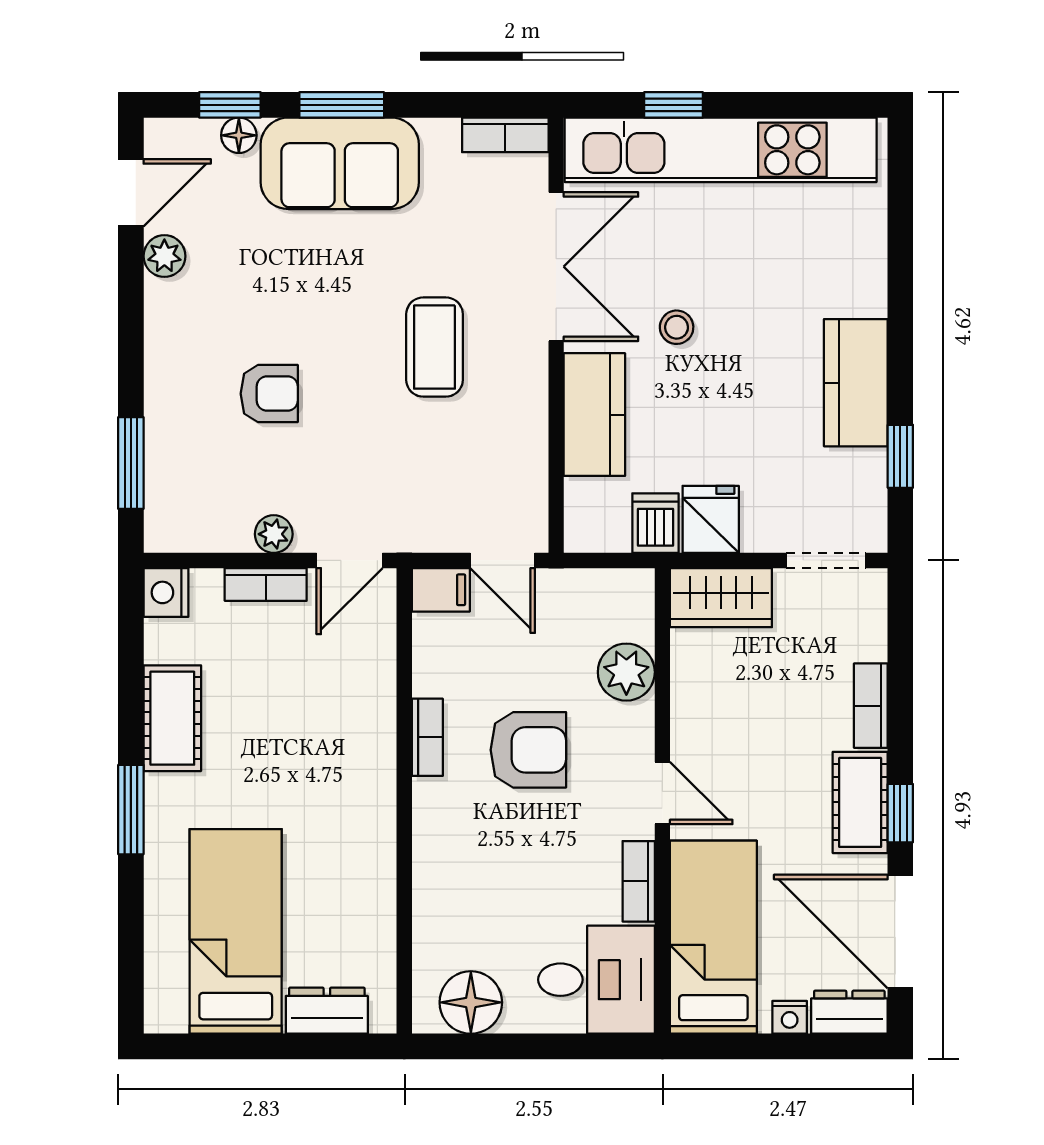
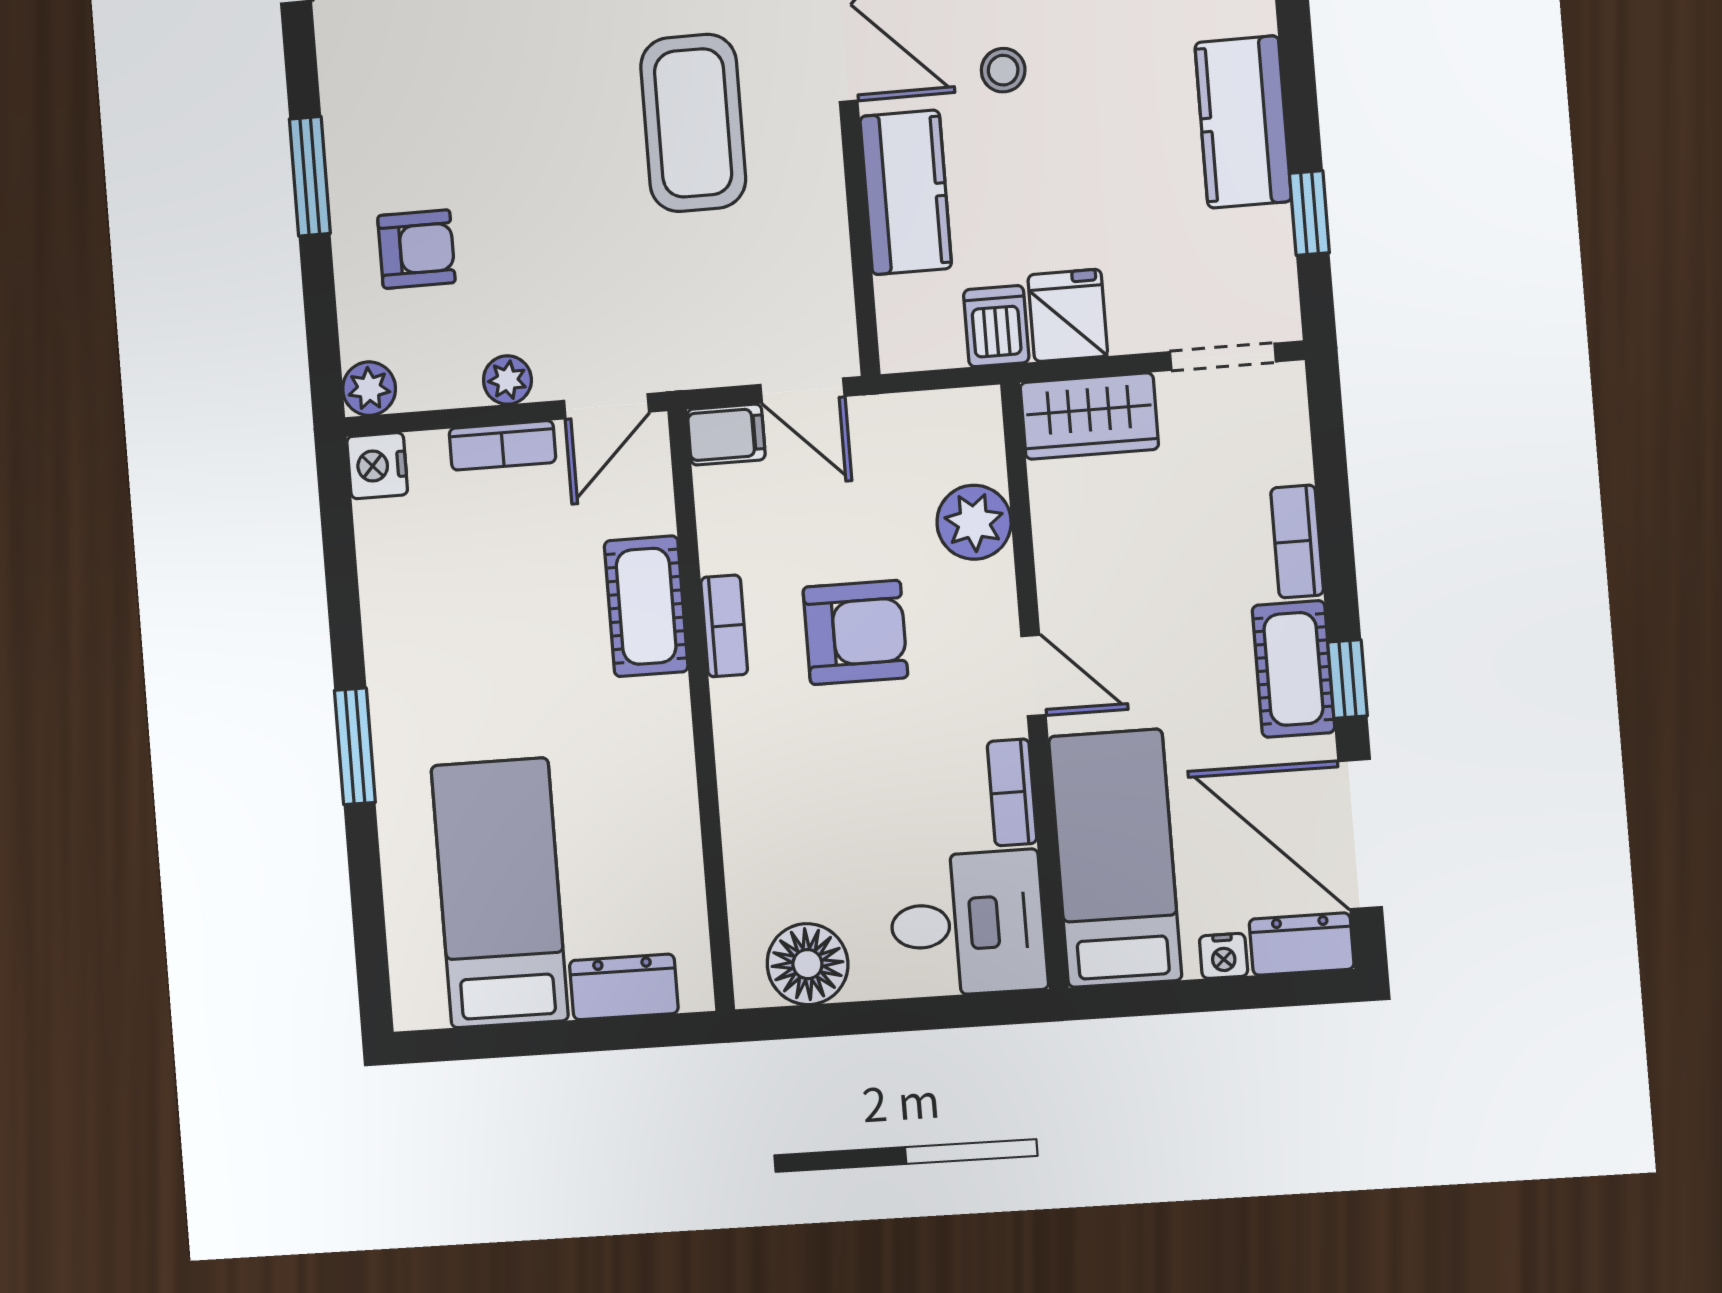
plant: (164, 256) -> (369, 389), moved
coffee table: (435, 347) -> (693, 123), width x1.36, depth x1.32
armchair: (269, 394) -> (416, 249), moved
window: (131, 463) -> (310, 176), moved
cot: (172, 718) -> (646, 606), moved

